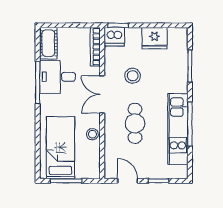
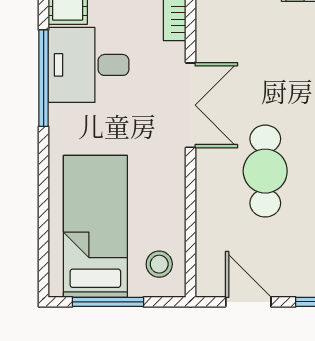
stool: (133, 76) -> (260, 63), removed
double door: (102, 94) -> (190, 105), swing flipped
stool: (92, 134) -> (159, 264), moved

